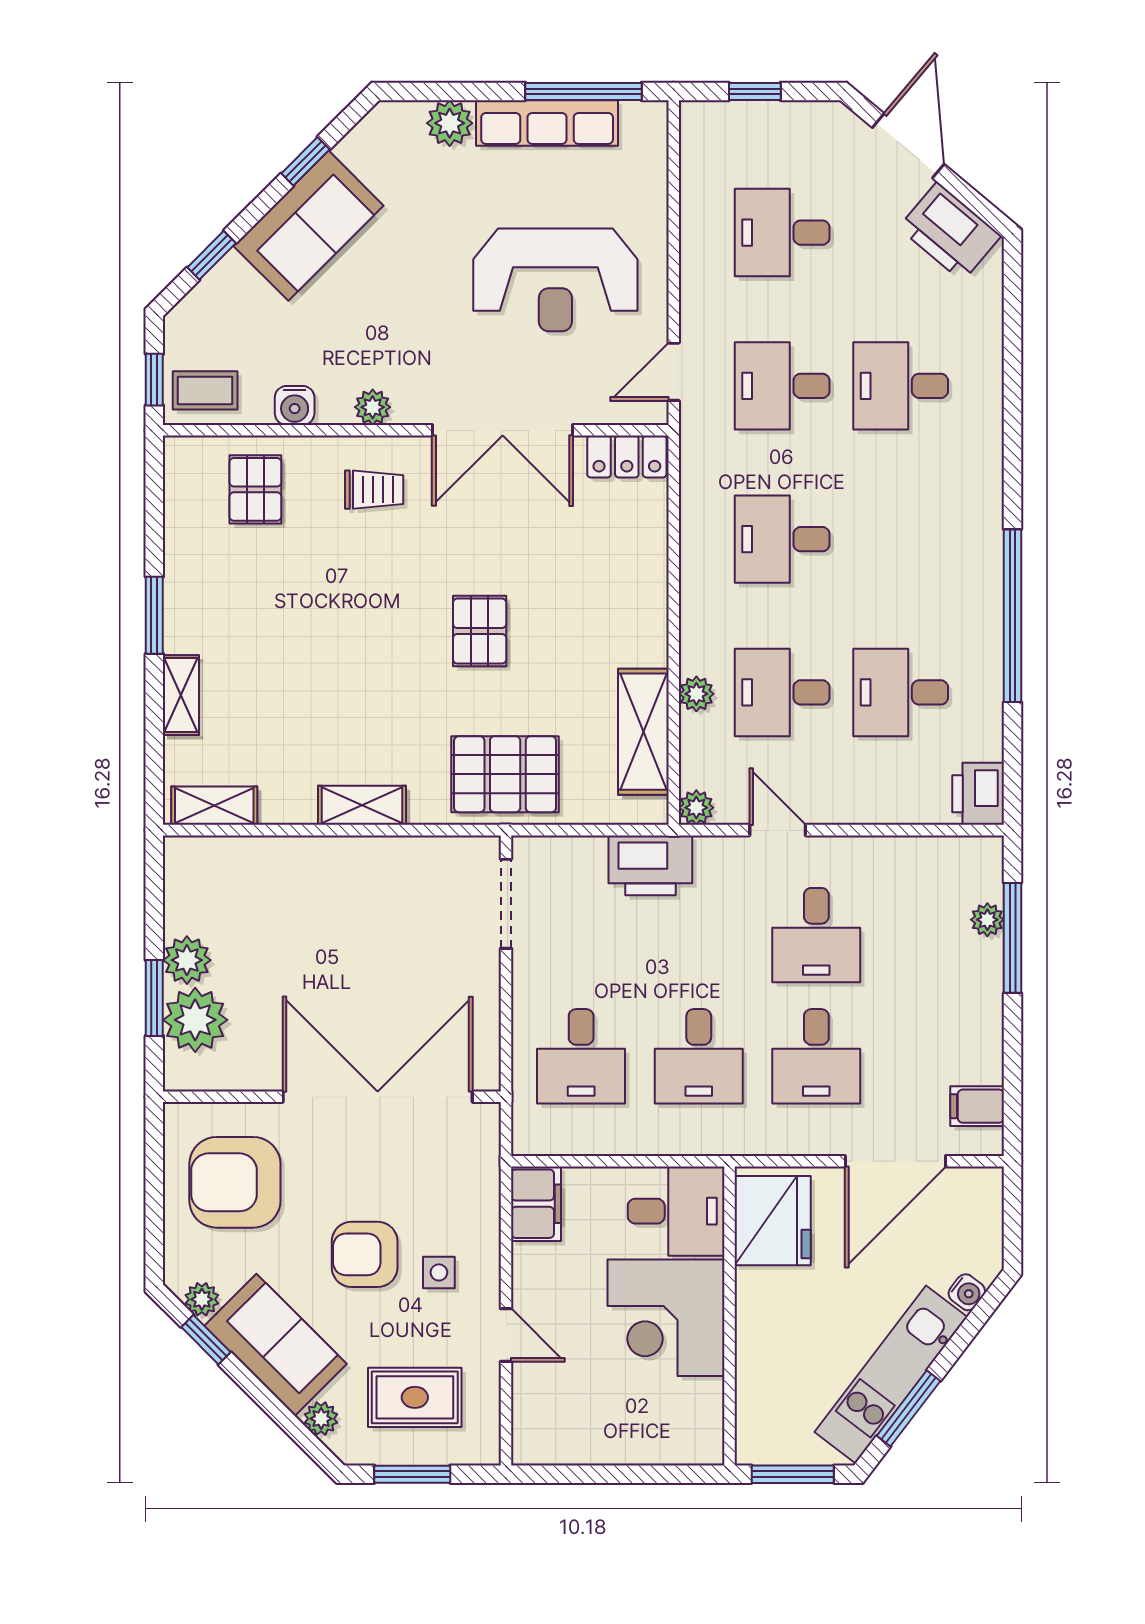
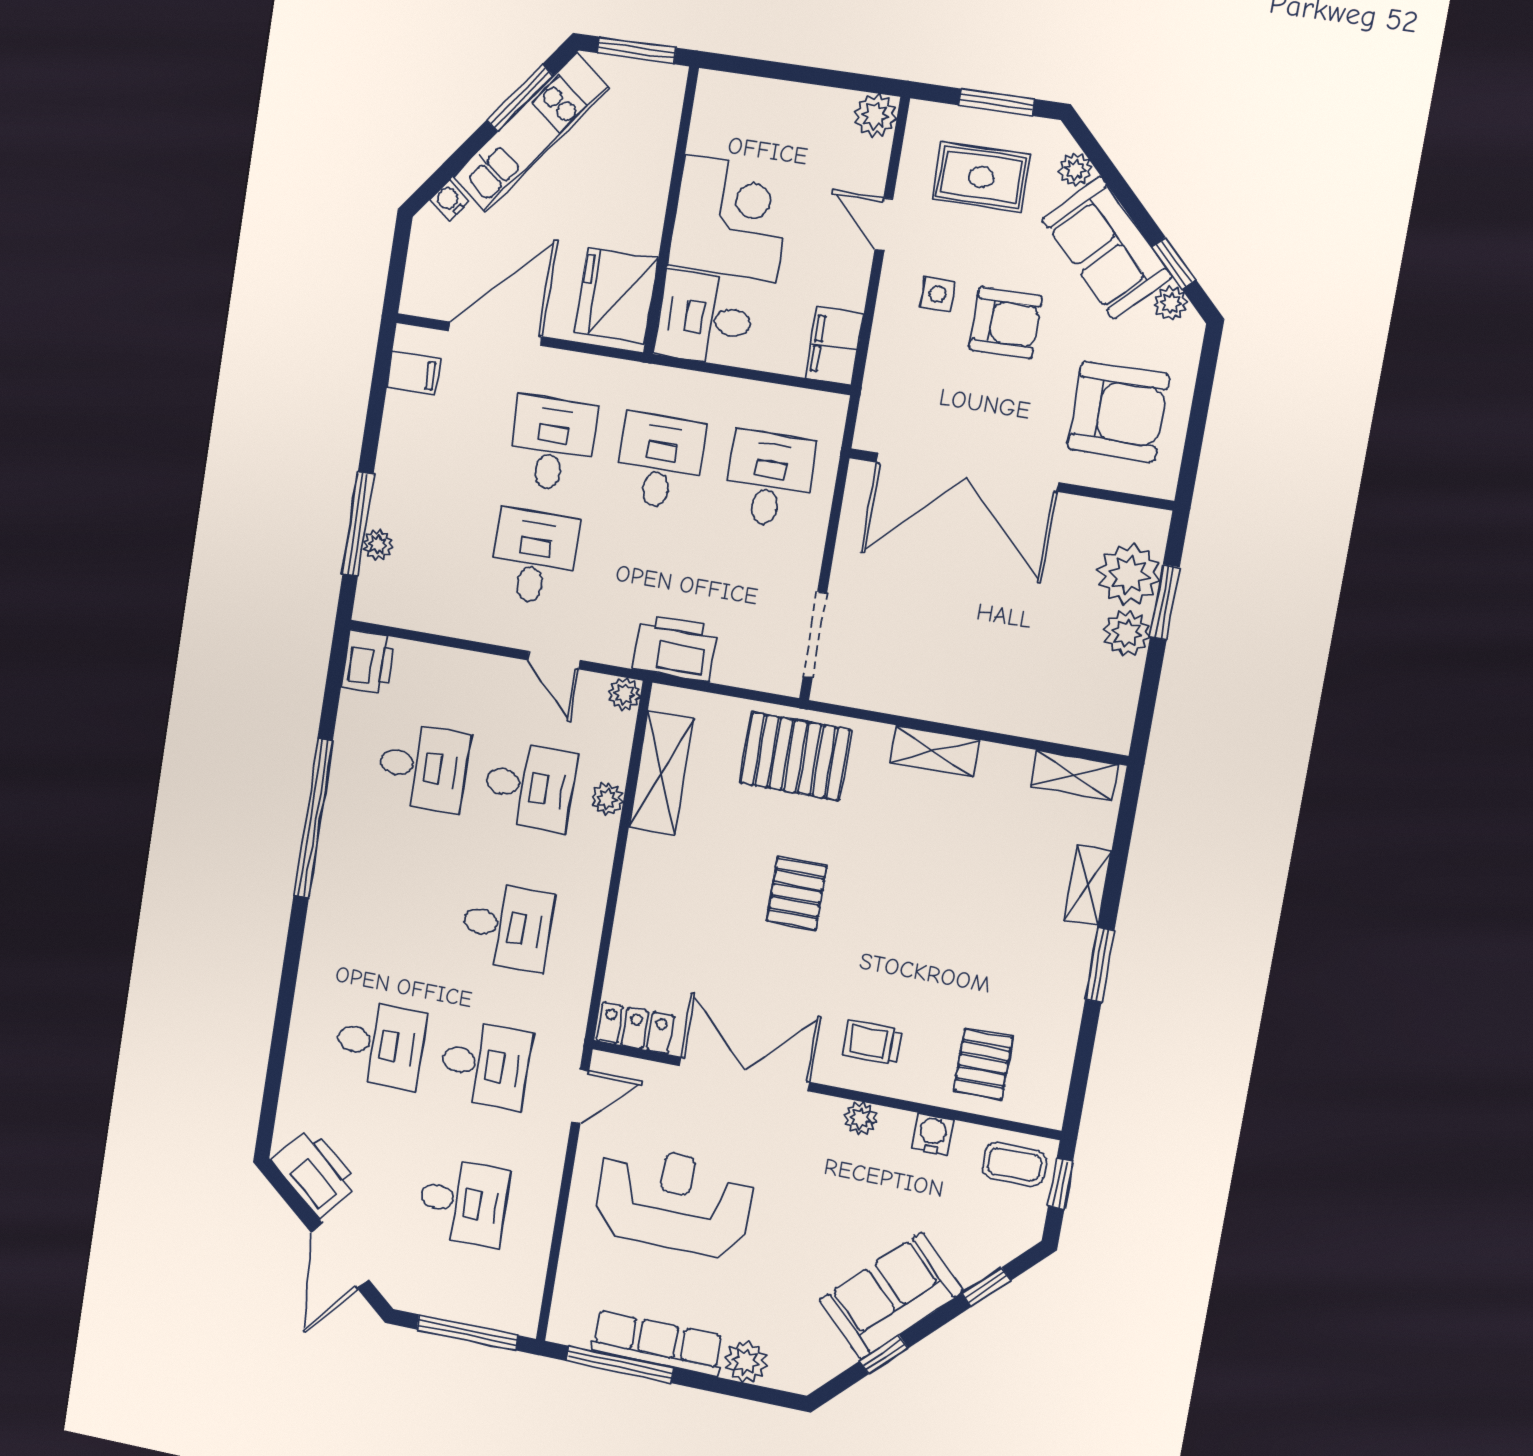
window: (755, 91) -> (467, 1332), width x2.17
plant: (534, 1443) -> (875, 116), added

